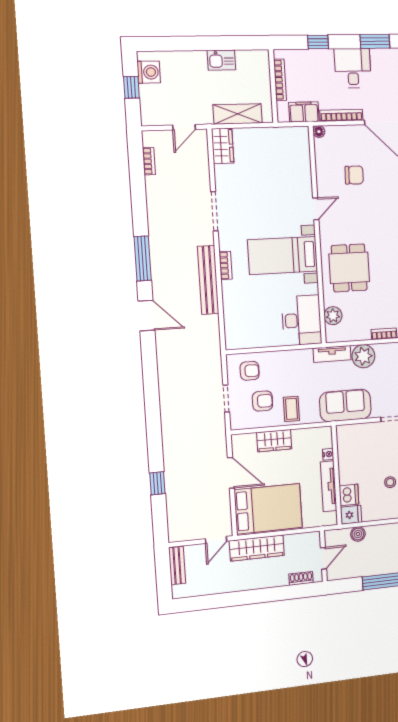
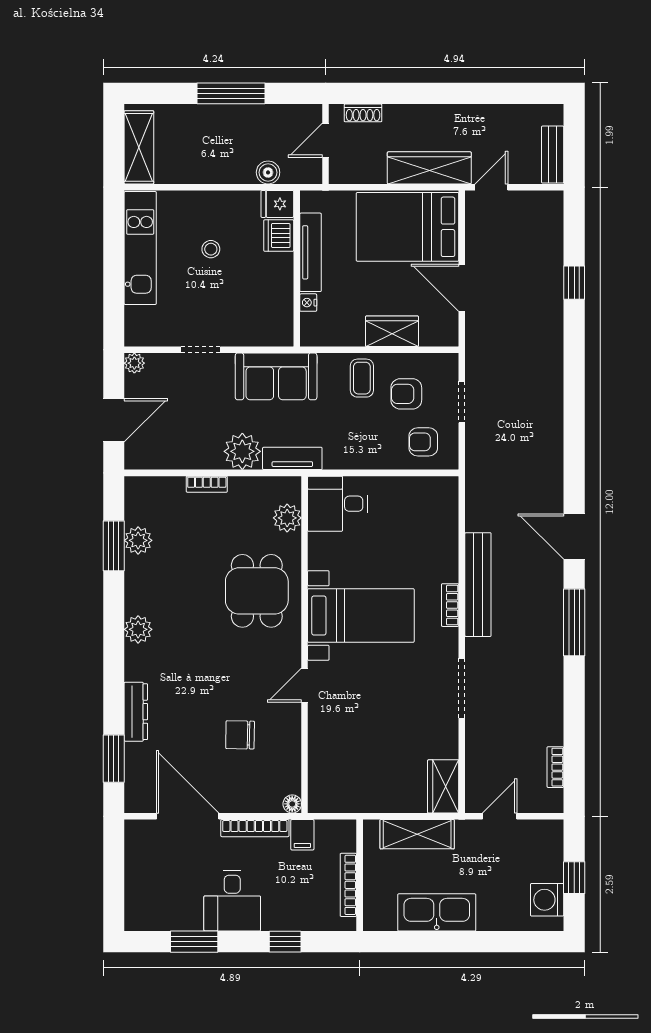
kitchen sink: (221, 60) -> (437, 912), width x1.88, depth x1.24
filing cabinet: (304, 112) -> (302, 835), width x0.50
desk: (301, 320) -> (338, 504), width x0.73

